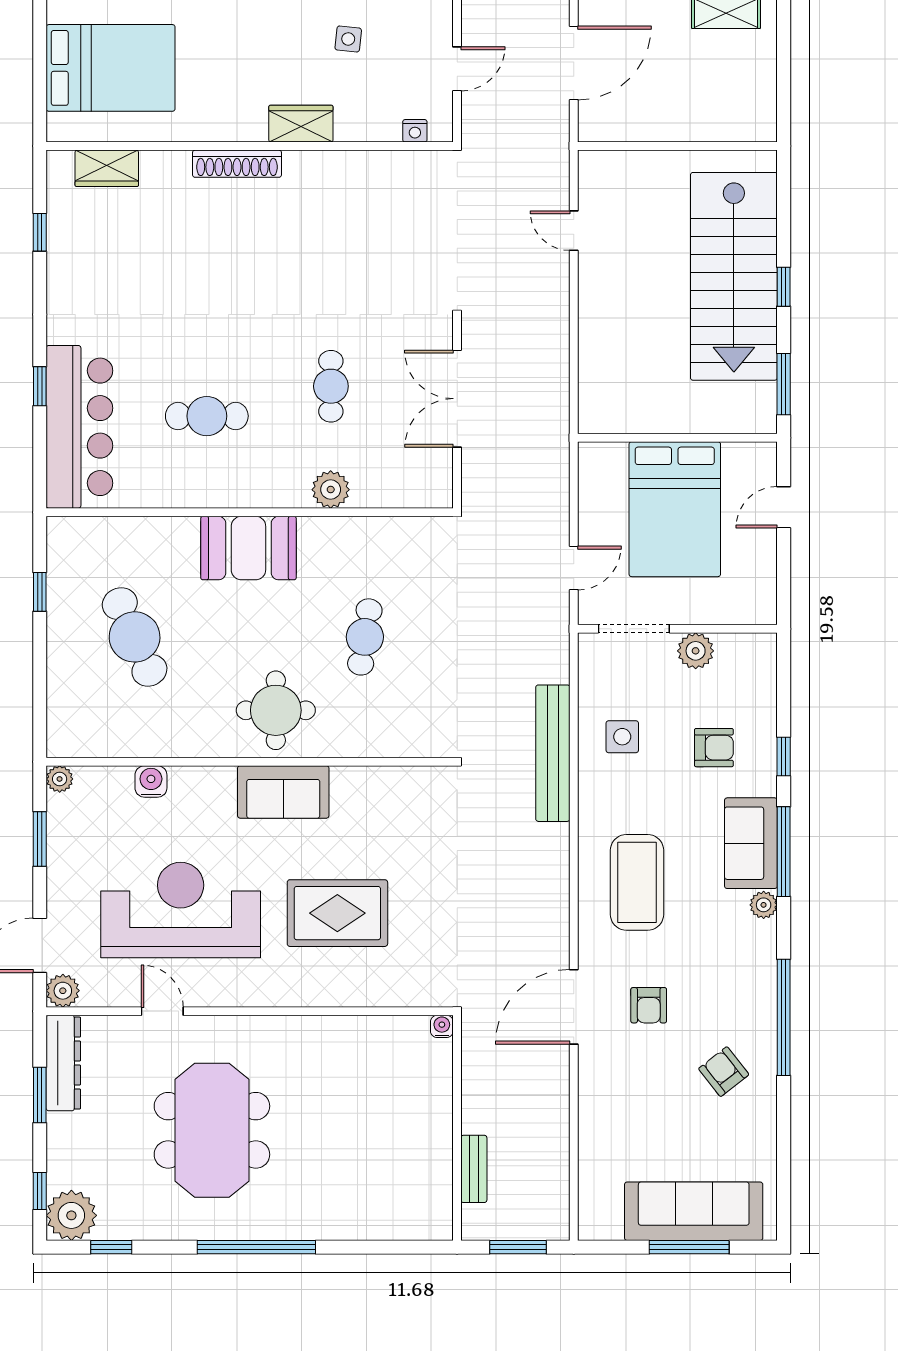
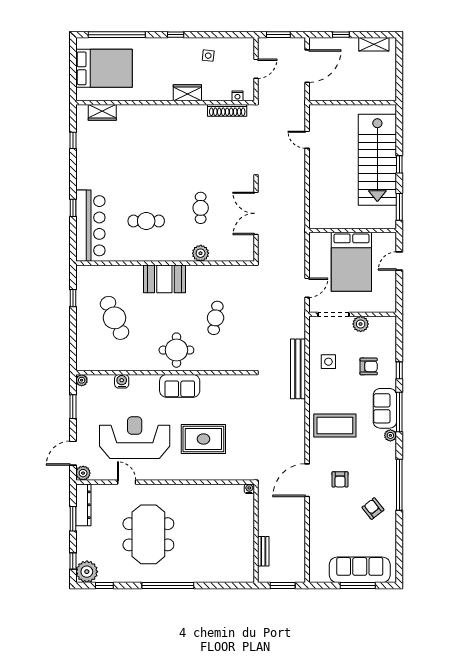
shoe rack: (237, 164) -> (227, 110), moved
coffee table: (637, 882) -> (335, 426), turned 90

